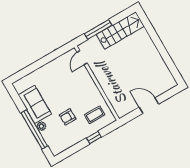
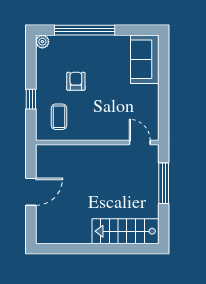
stairs: (120, 30) -> (126, 231), moved, turned 90
sofa: (35, 104) -> (145, 59), moved, turned 90
plant: (41, 126) -> (42, 42), moved

